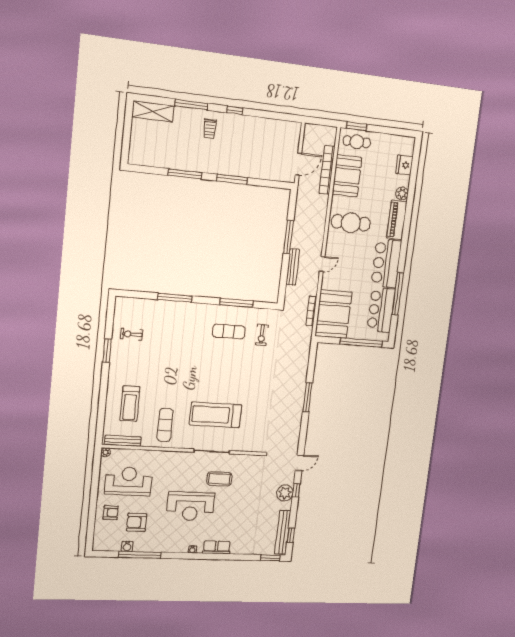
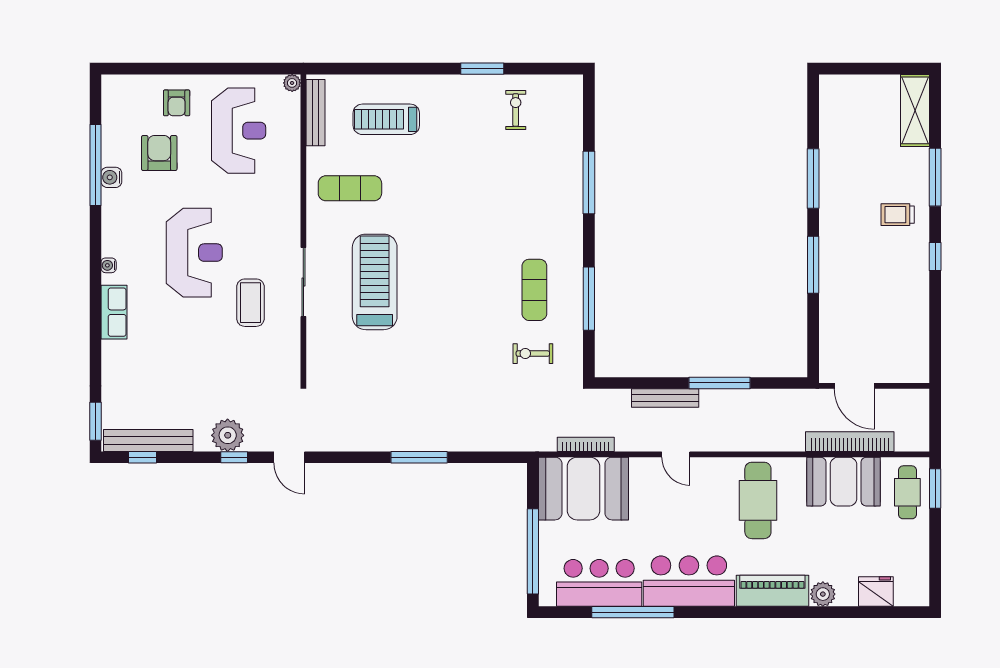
reception desk: (190, 506) -> (194, 253), turned 180
water cooler: (127, 546) -> (111, 177), moved

